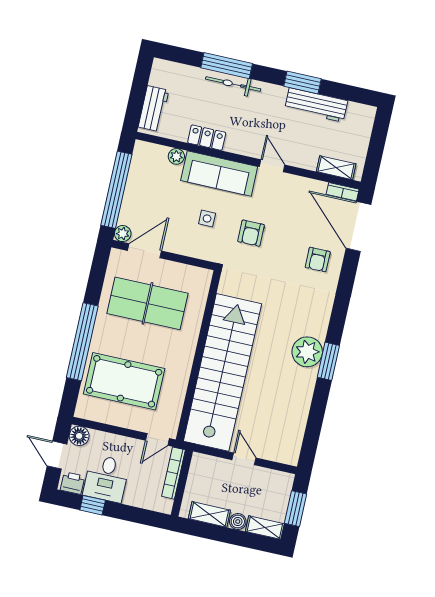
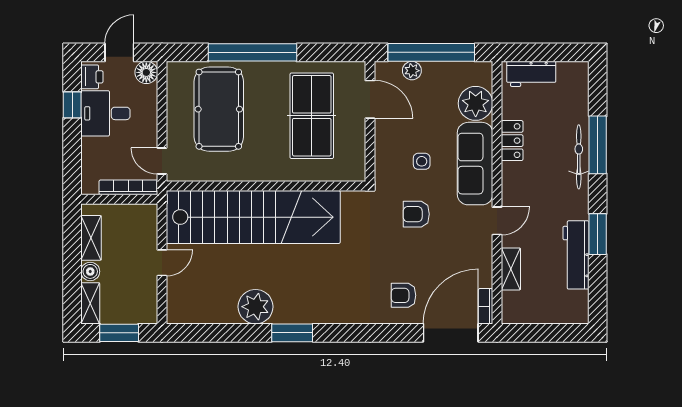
plant: (176, 156) -> (476, 103), width x1.88, depth x1.88
shelving: (336, 168) -> (511, 269), moved
plant: (123, 234) -> (412, 71), moved
plant: (307, 352) -> (256, 307), moved

